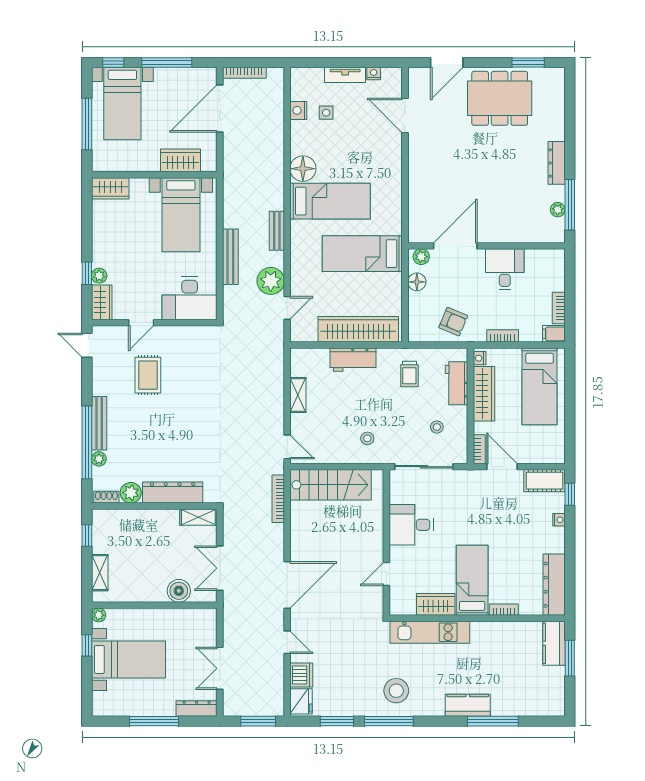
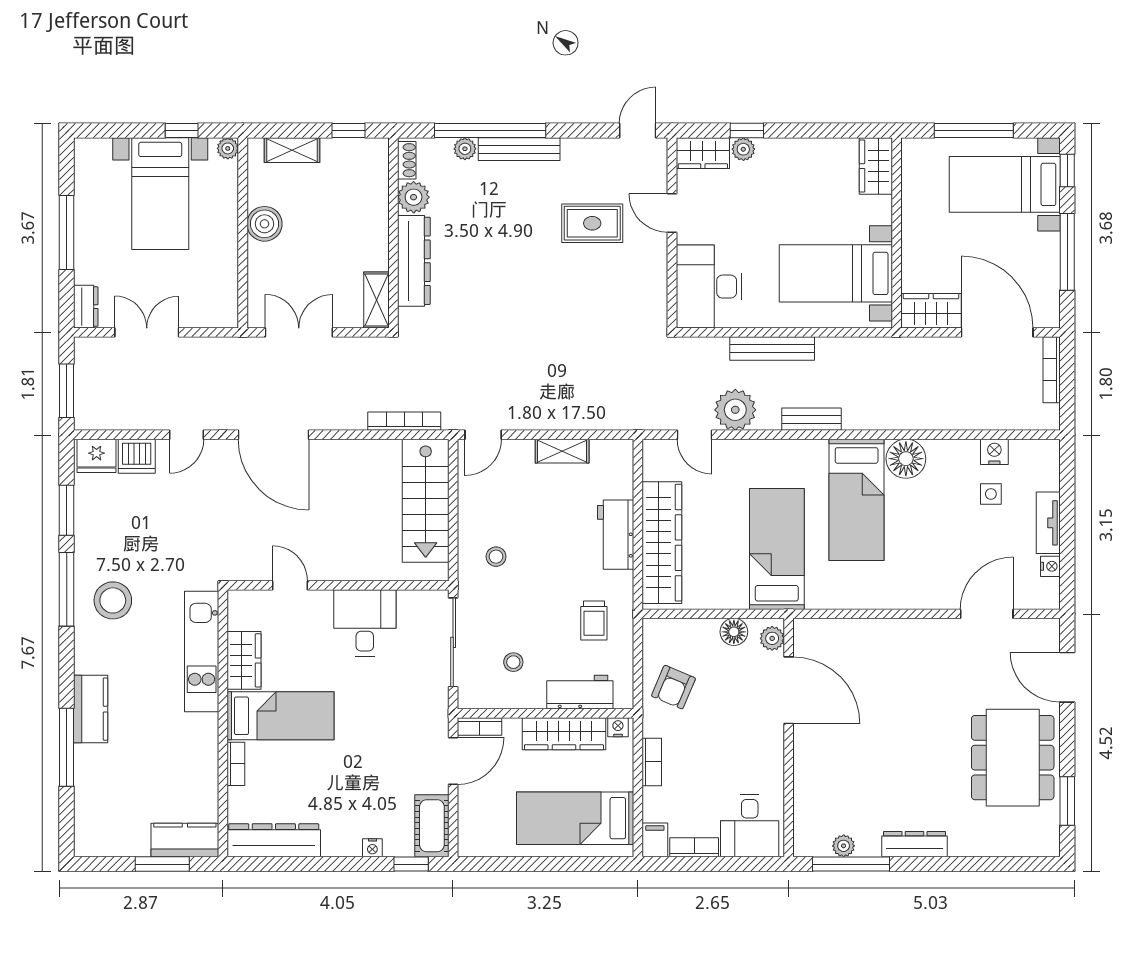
wardrobe: (181, 160) -> (931, 311), moved, turned -90
desk: (505, 269) -> (750, 826), moved, turned 90
trolley: (409, 374) -> (594, 621), turned -90
boiler: (179, 591) -> (265, 224), moved
dresser: (197, 708) -> (86, 307), width x0.70

